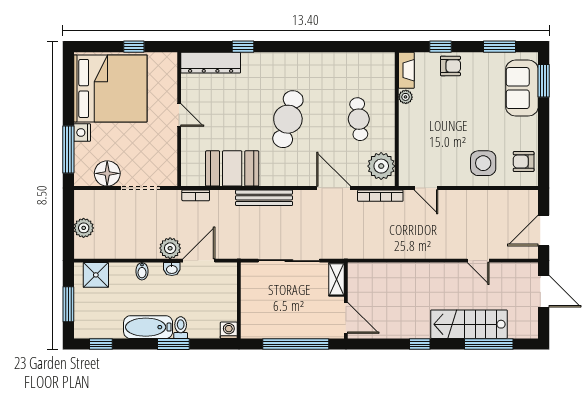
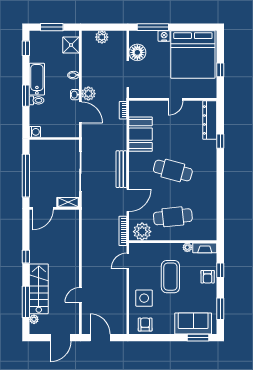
cafe table: (359, 119) -> (173, 217), width x1.37, depth x1.35
coffee table: (450, 123) -> (170, 277), added
bench: (264, 198) -> (121, 169), moved
plant: (515, 332) -> (34, 319), added

